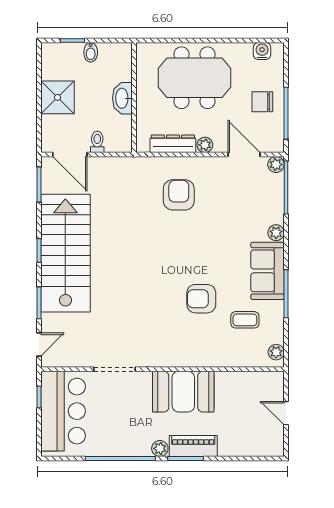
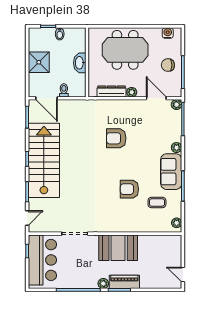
armchair: (179, 195) -> (116, 138), moved, turned -90
door: (286, 413) -> (183, 274), moved

